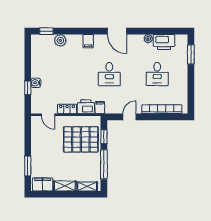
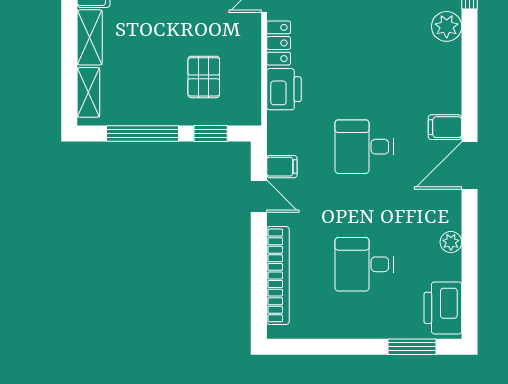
filing cabinet: (88, 41) -> (445, 127), moved
printer: (164, 42) -> (443, 308), moved
filing cabinet: (100, 108) -> (282, 167), moved
pallet: (81, 139) -> (204, 77), width x0.49, depth x0.50

